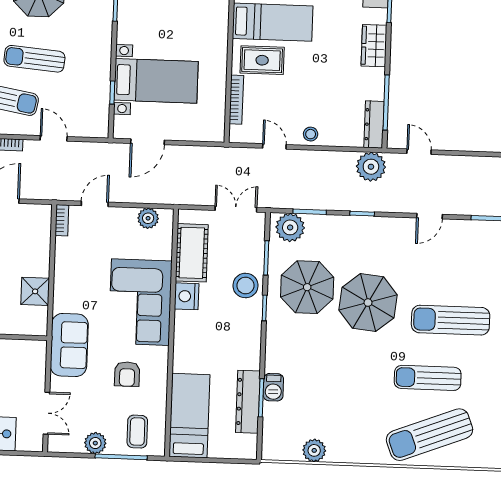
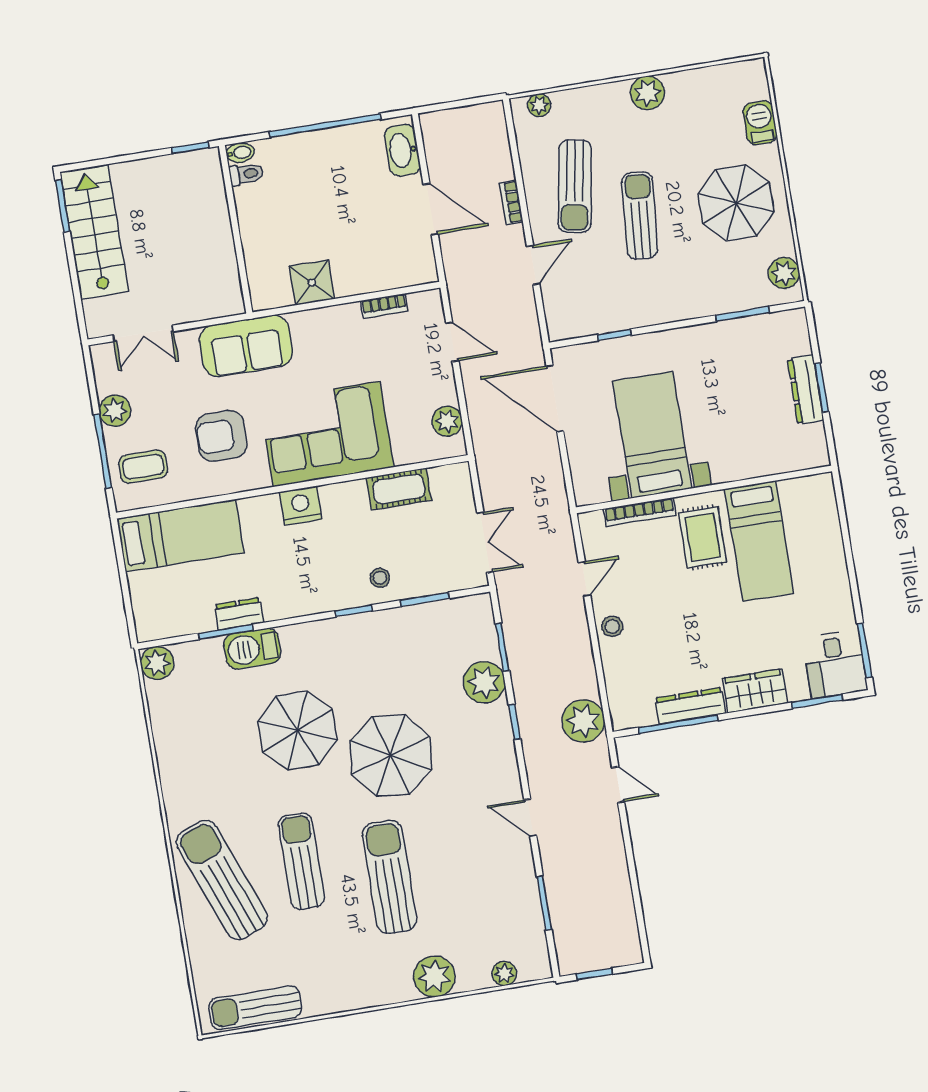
bed with nightstands: (156, 81) -> (652, 435), moved, turned 180
dresser: (374, 124) -> (690, 706), moved
door: (147, 142) -> (555, 399), width x1.36
door: (419, 152) -> (618, 785), hinge flipped
bookcase: (62, 220) -> (384, 306), moved
plant: (290, 227) -> (484, 682), moved
cot: (192, 253) -> (399, 489), width x0.73, depth x0.75
stool: (245, 286) -> (380, 578), width x0.53, depth x0.53
parasol: (307, 287) -> (297, 731), moved
nightstand: (187, 296) -> (301, 506), moved
armchair: (127, 374) -> (221, 436), width x1.38, depth x1.38
barbecue: (273, 387) -> (252, 649), width x1.38, depth x1.27
dresser: (248, 402) -> (239, 614), width x0.51, depth x0.80
plant: (314, 450) -> (157, 663), moved

